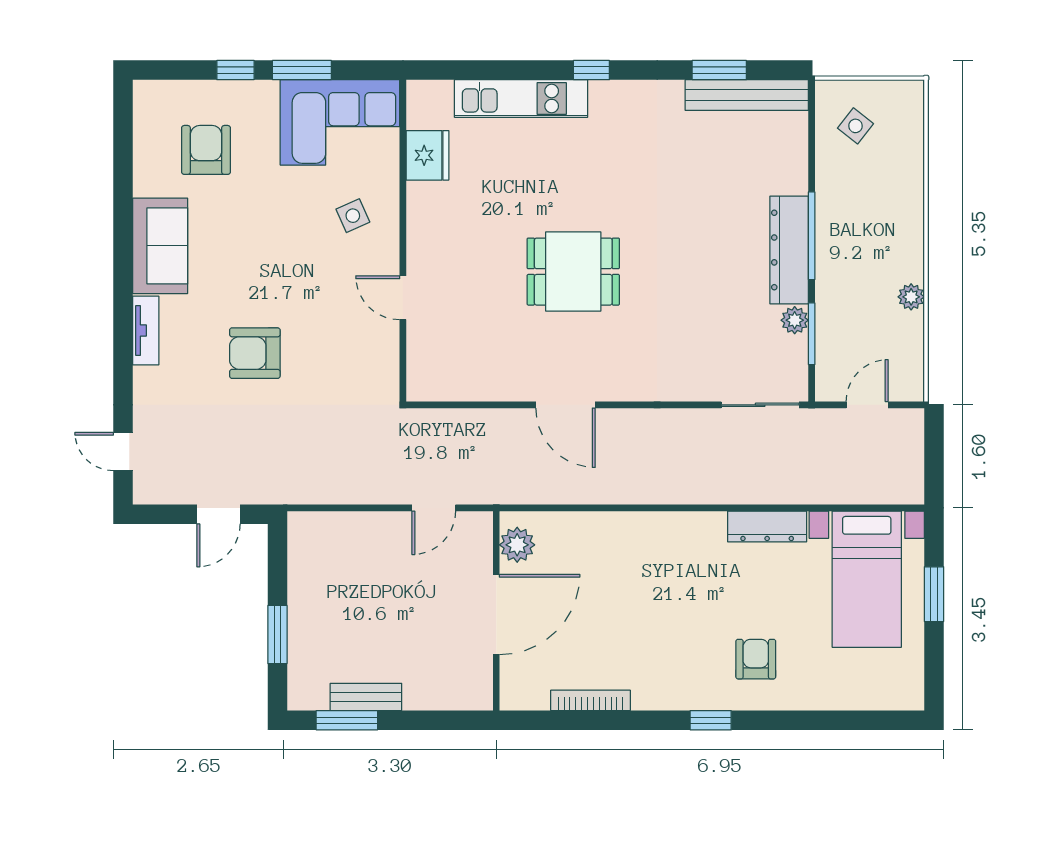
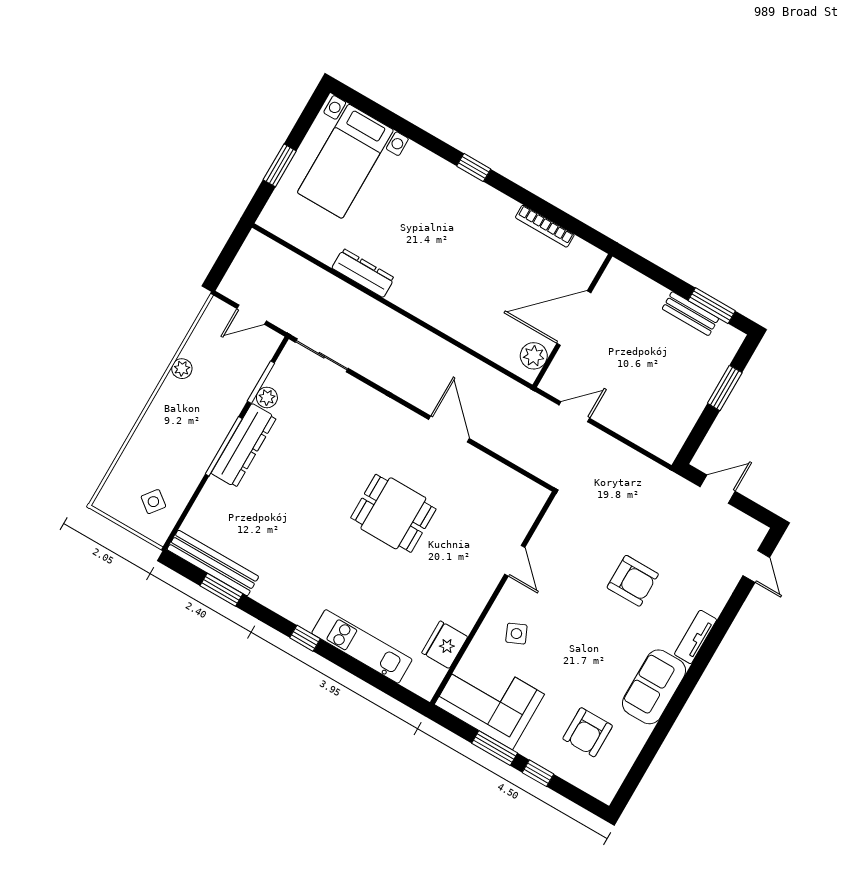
bed with nightstands: (867, 579) -> (345, 161), moved, turned 180
armchair: (756, 659) -> (421, 190), removed

